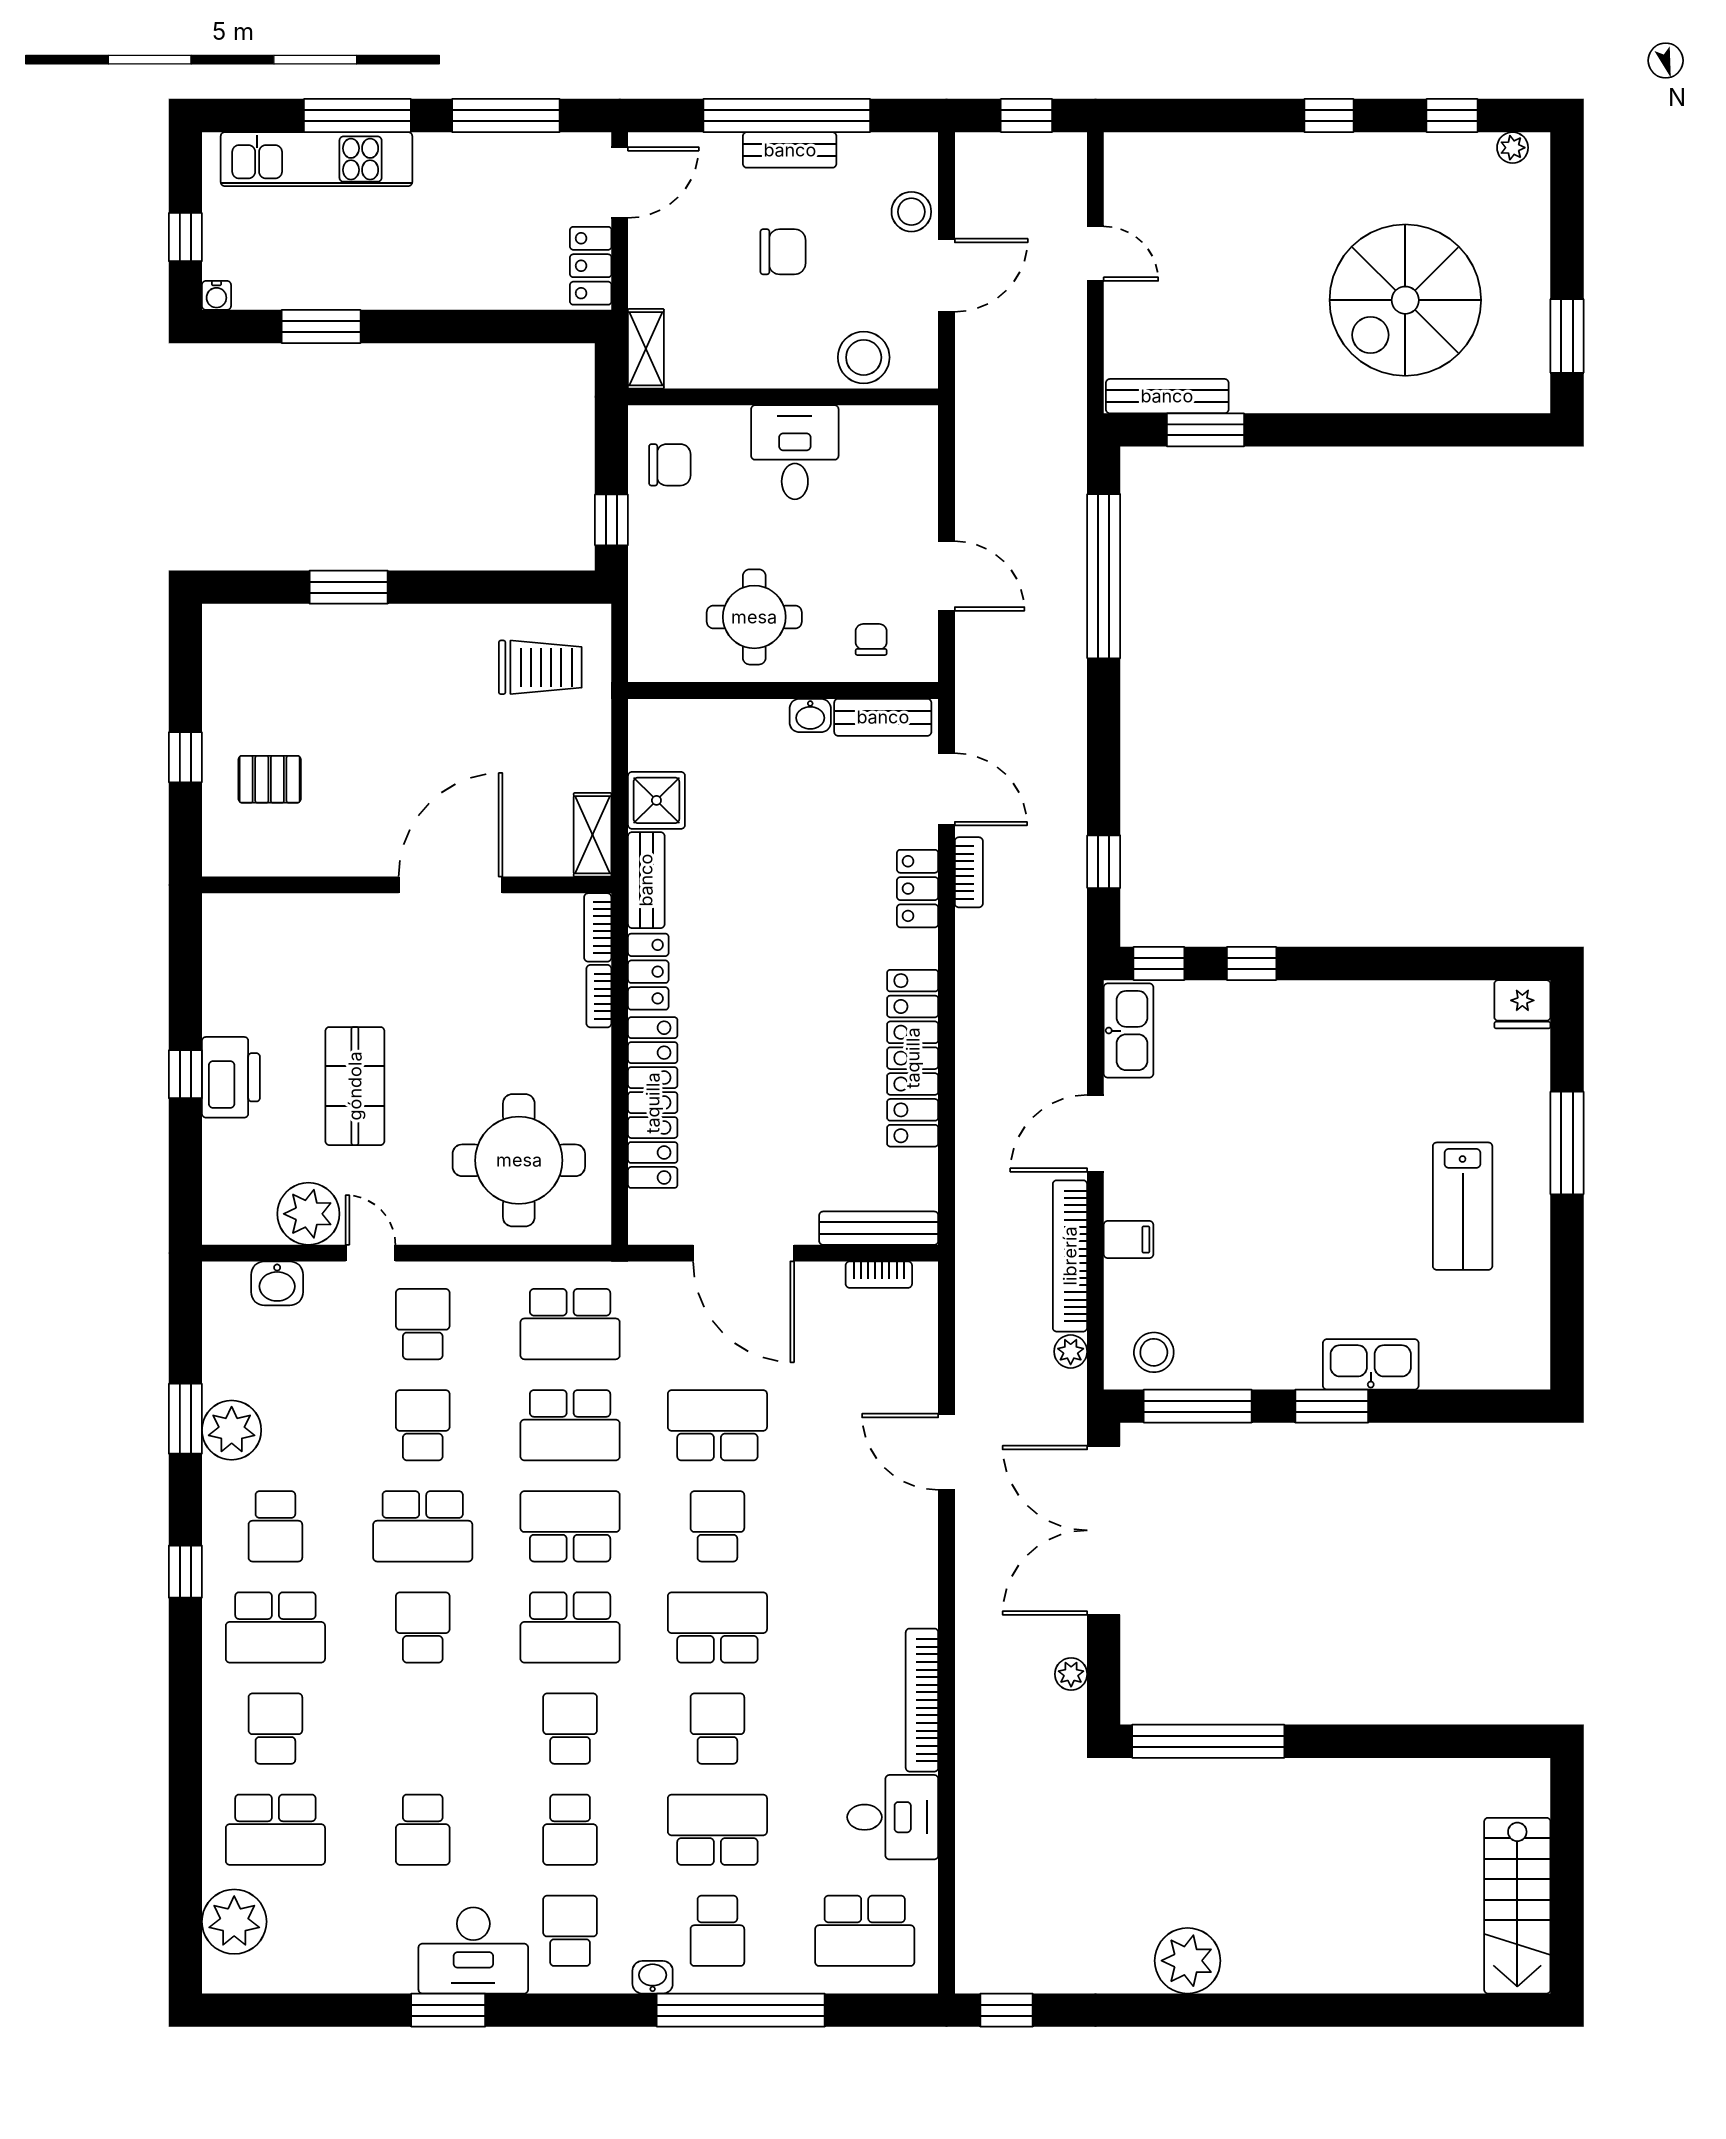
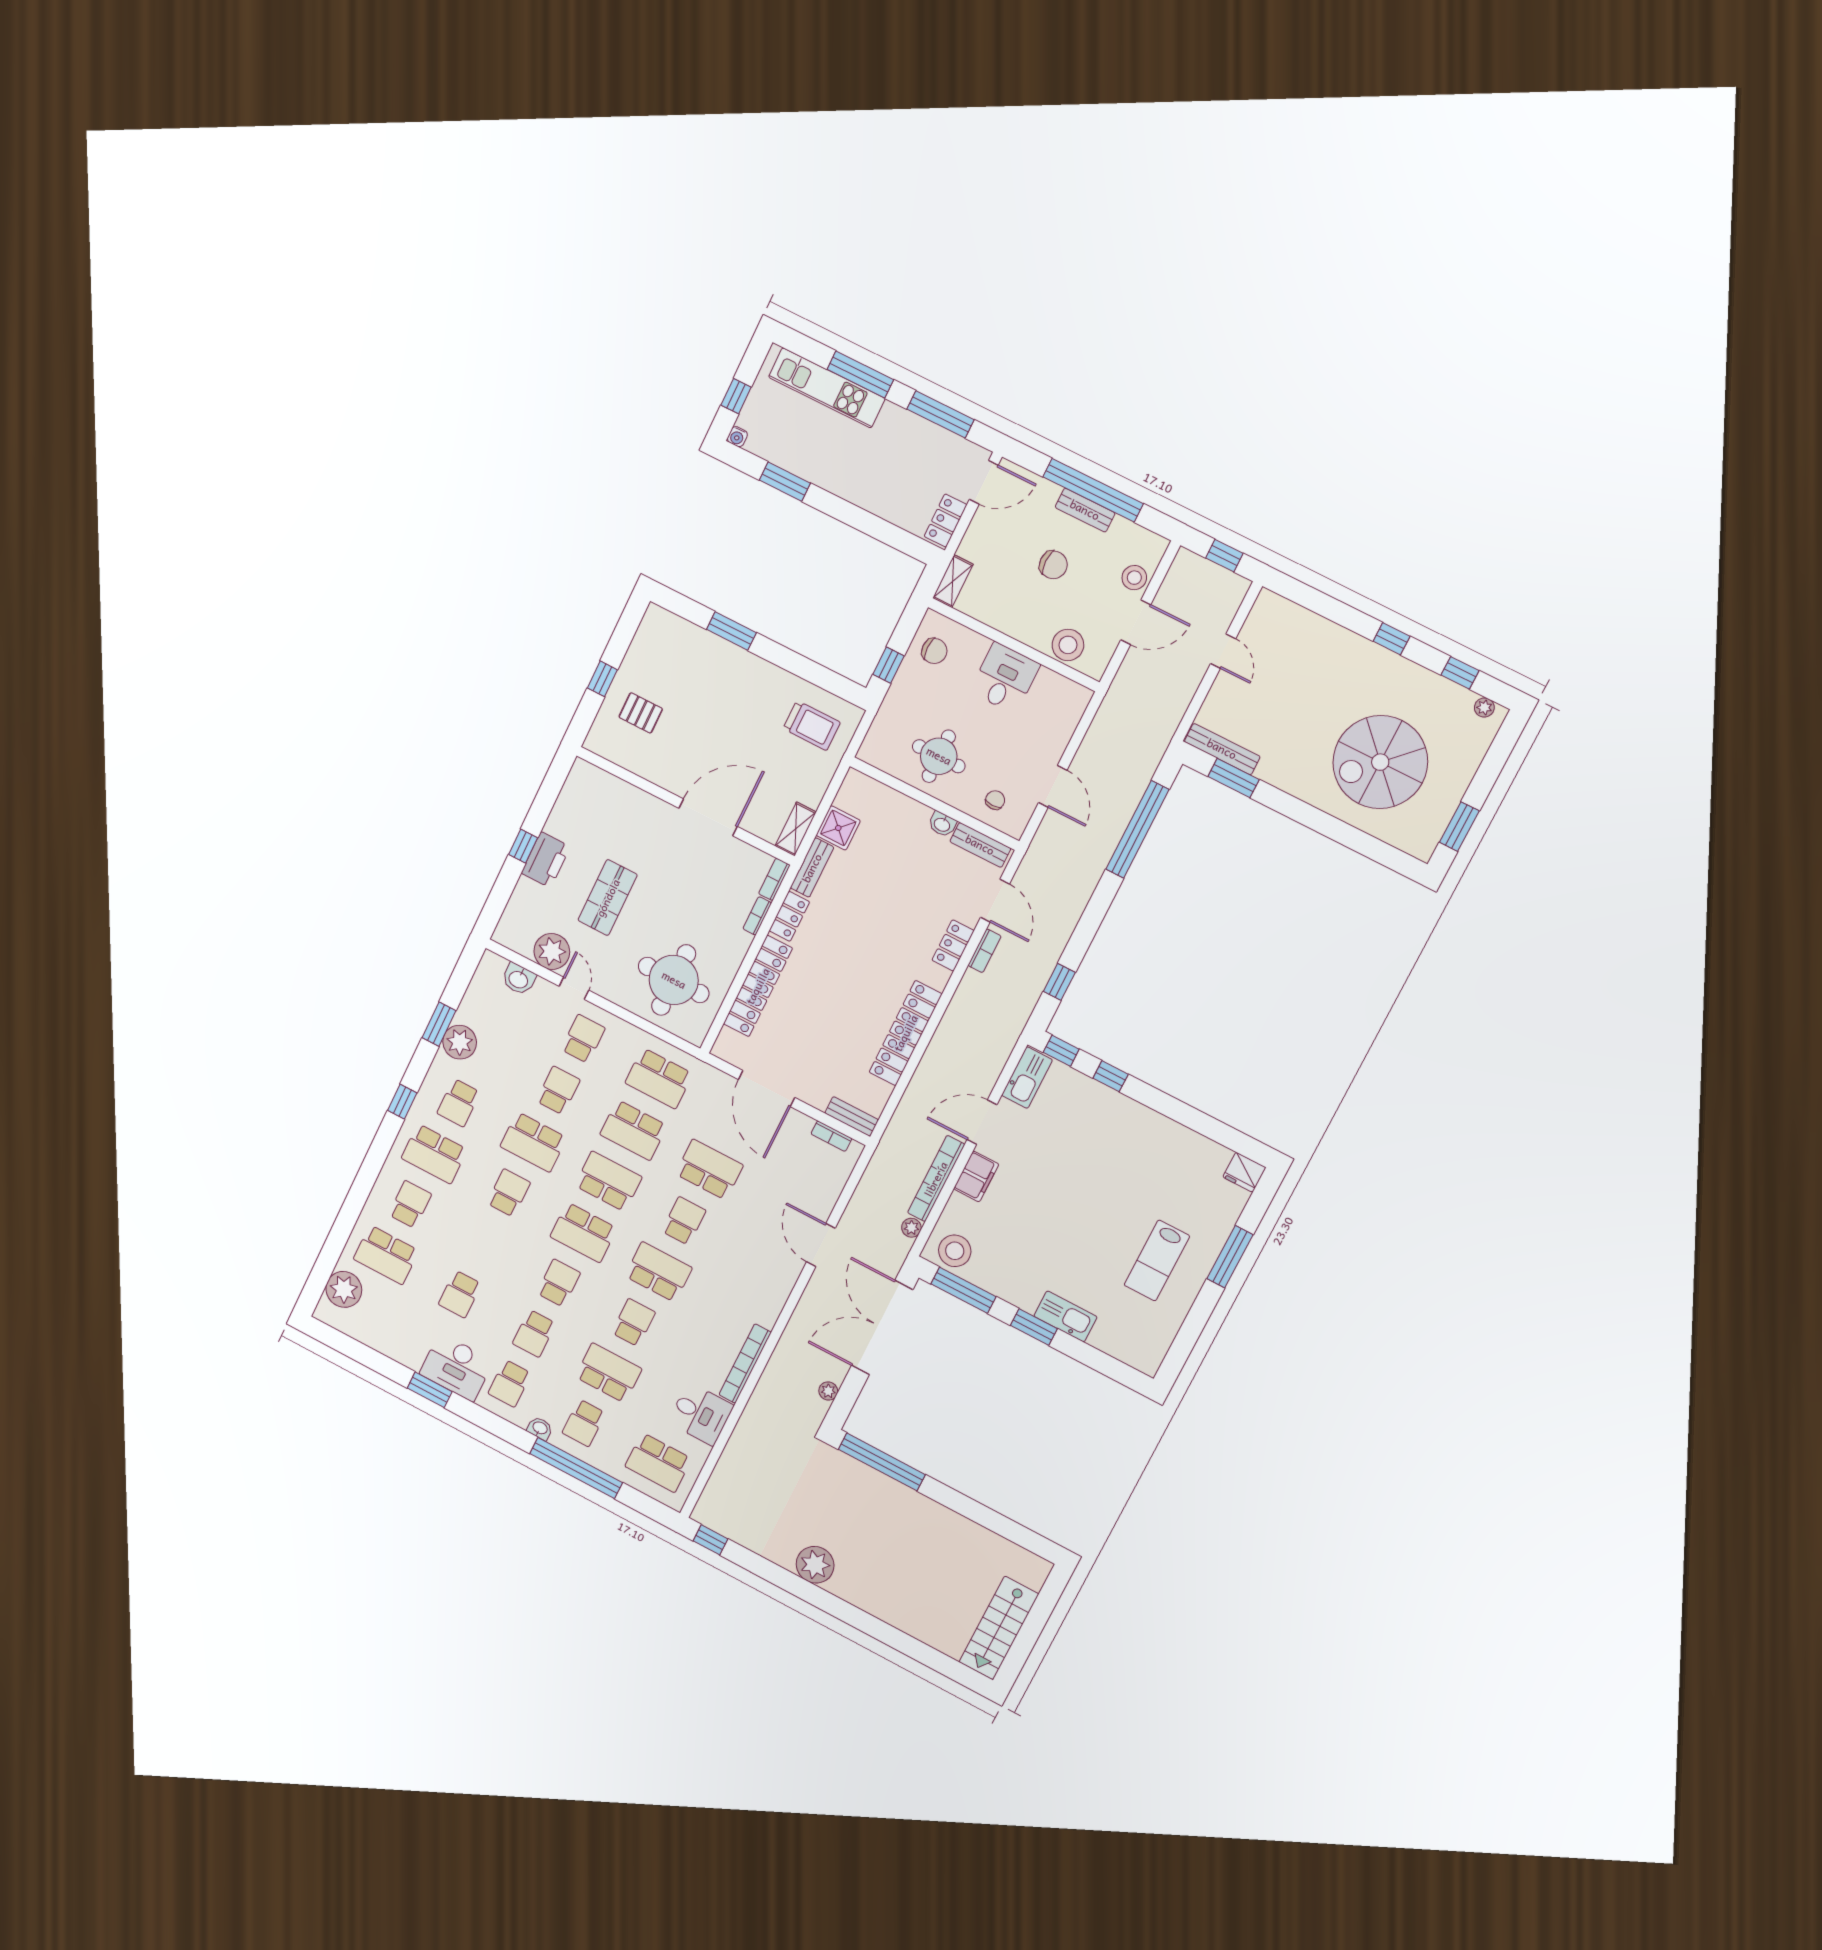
bench: (879, 1228) -> (852, 1116), width x0.73
filing cabinet: (1129, 1240) -> (976, 1176), width x2.00
stool: (1154, 1352) -> (955, 1251), width x1.38, depth x1.38
school desk: (570, 1931) -> (510, 1383), turned 180

